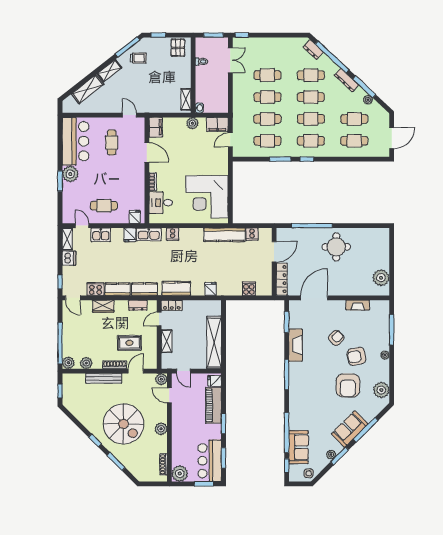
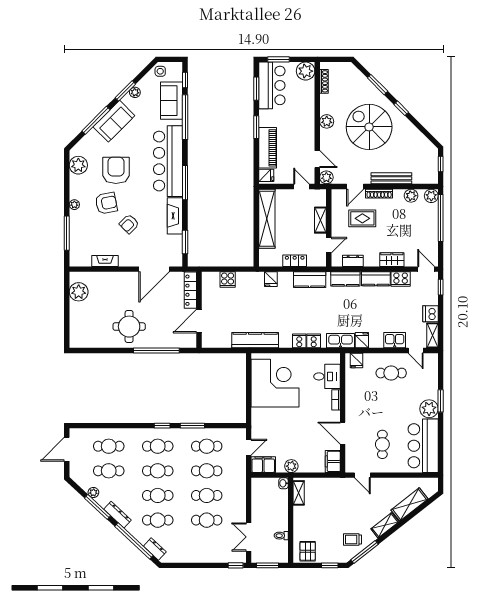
cooker: (252, 234) -> (299, 341), moved
locker: (172, 305) -> (295, 261), moved
bar counter: (302, 394) -> (168, 161), added

